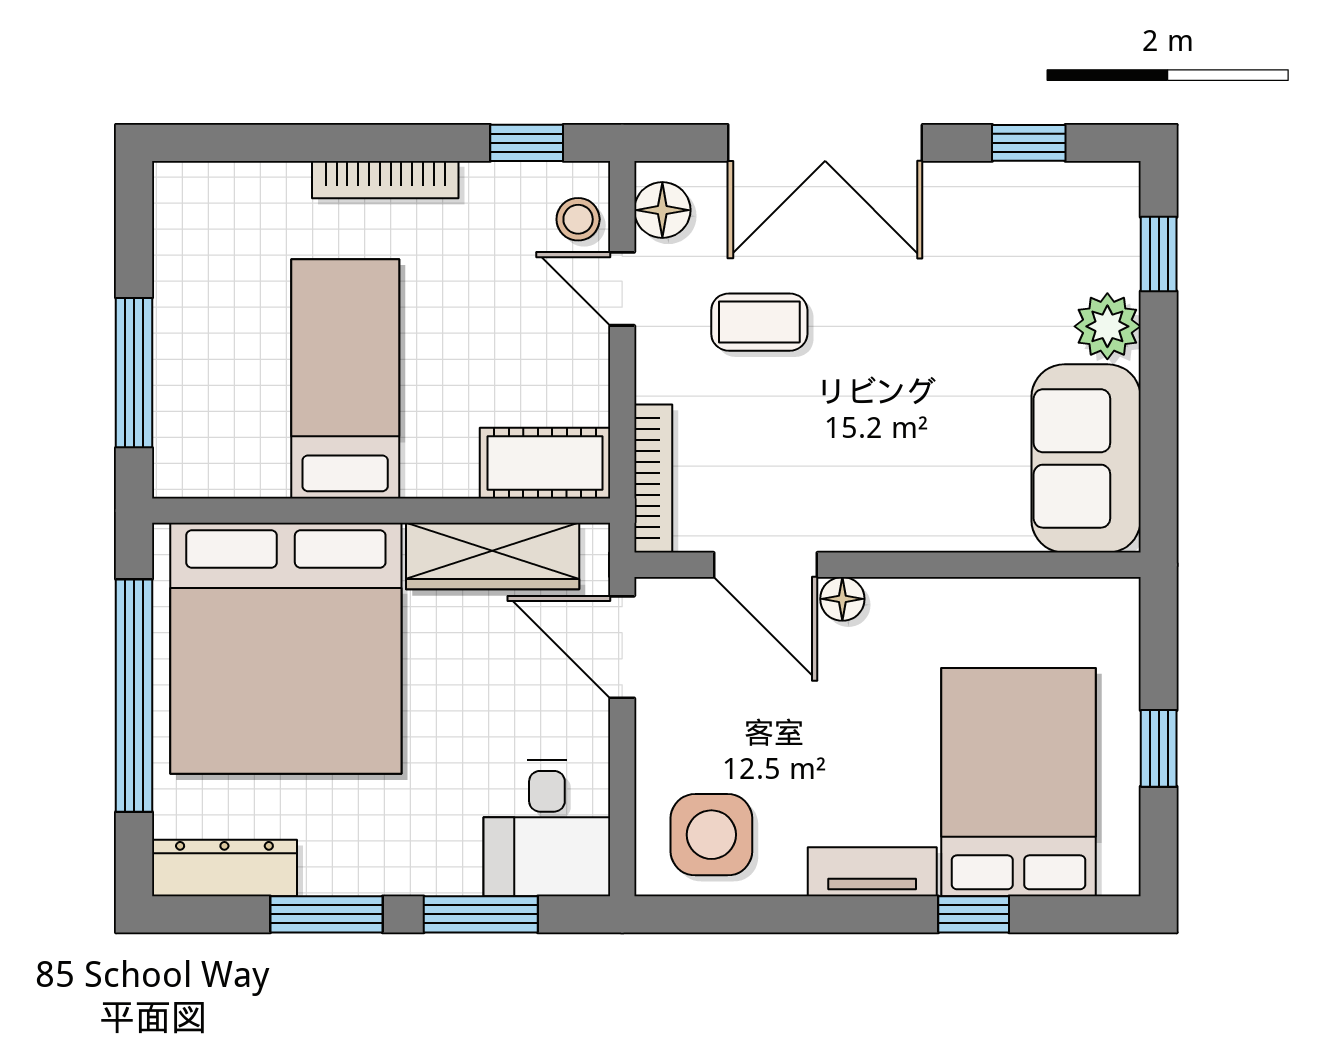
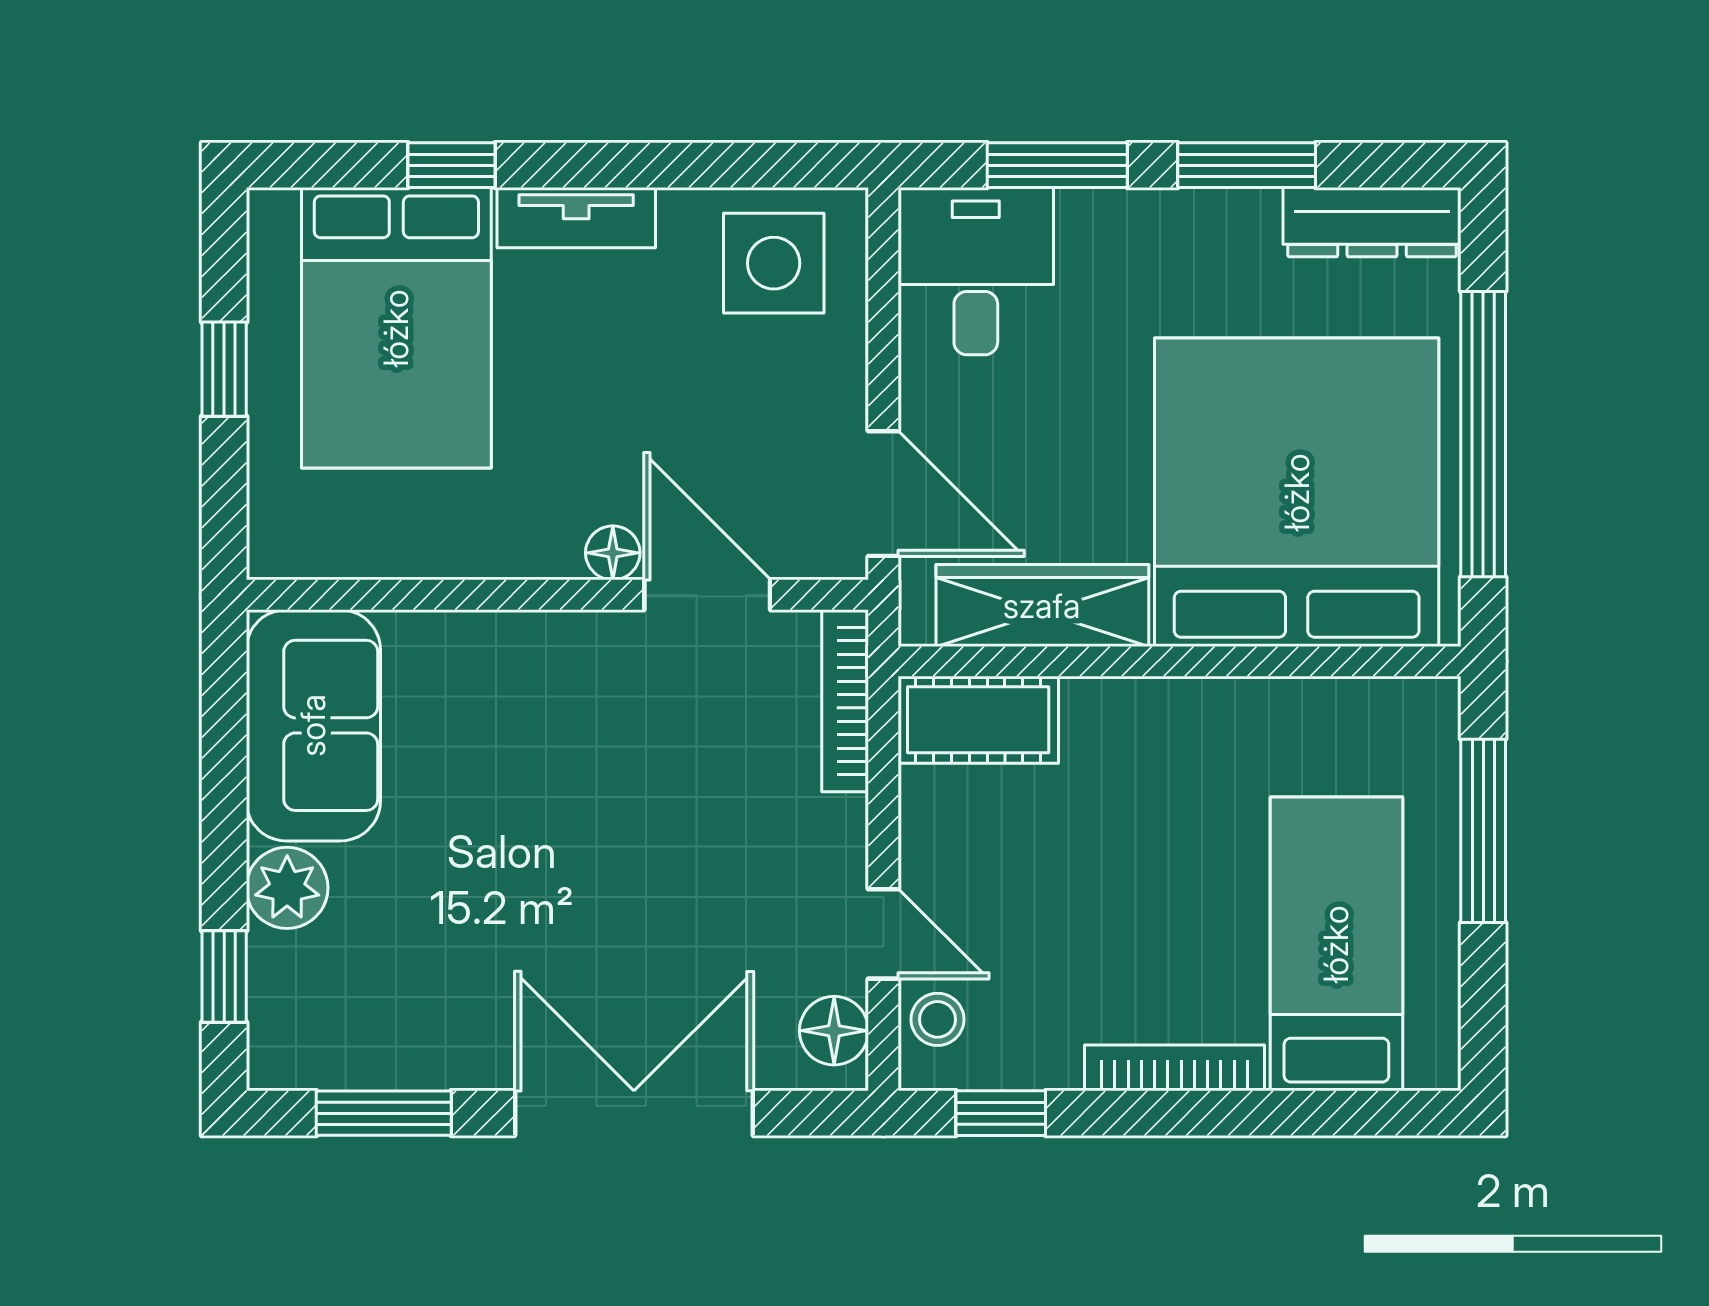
window: (1029, 143) -> (384, 1113), width x1.50
coffee table: (759, 322) -> (715, 893), removed
bed: (345, 379) -> (1336, 944), moved, turned 180

